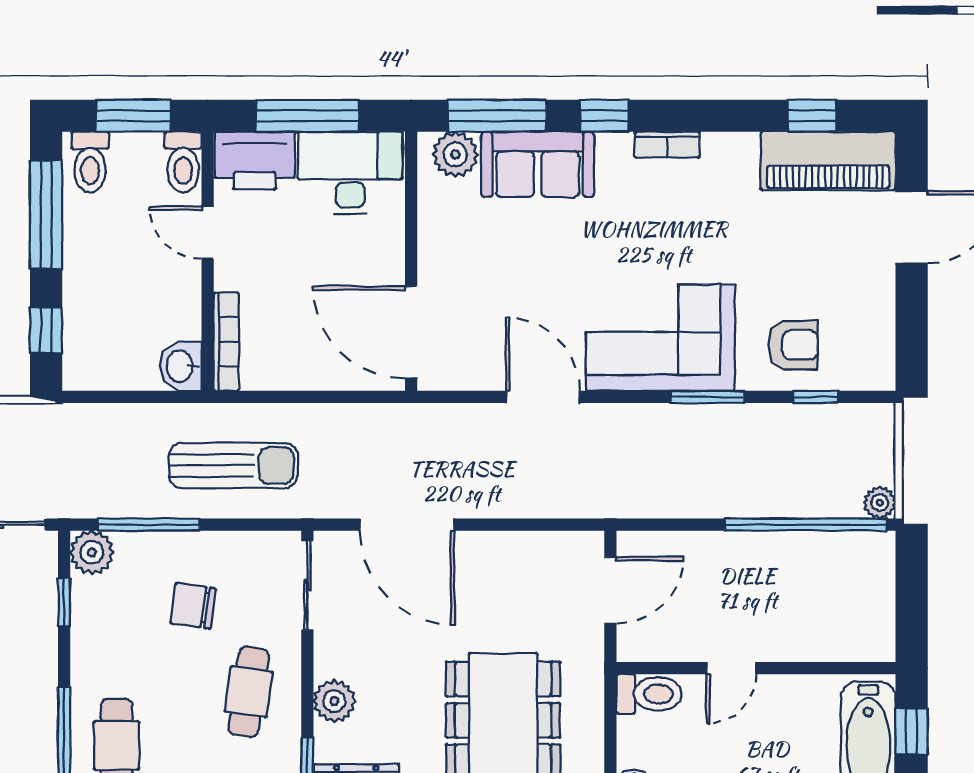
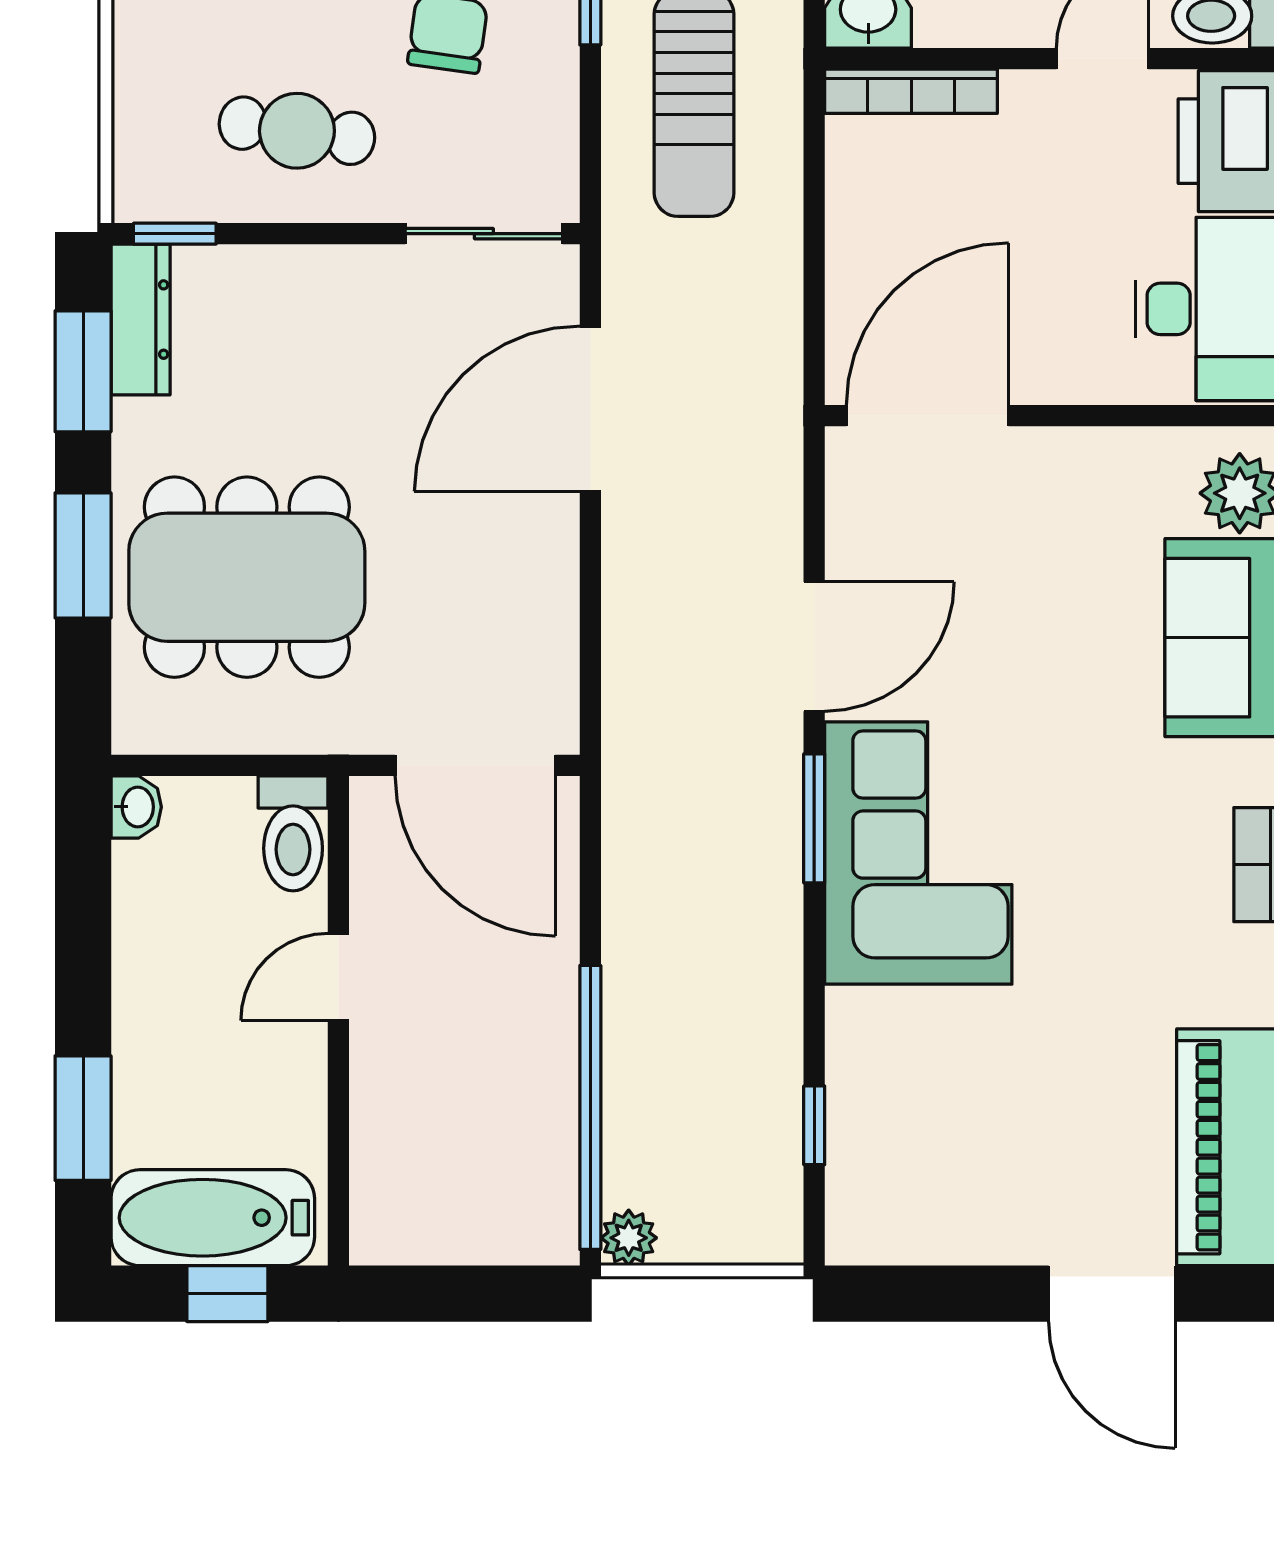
armchair: (793, 345) -> (905, 1086), removed
window: (707, 397) -> (814, 818), moved
door: (610, 590) -> (475, 765), width x1.36
door: (731, 668) -> (338, 977), hinge flipped
plant: (334, 701) -> (281, 281), removed

